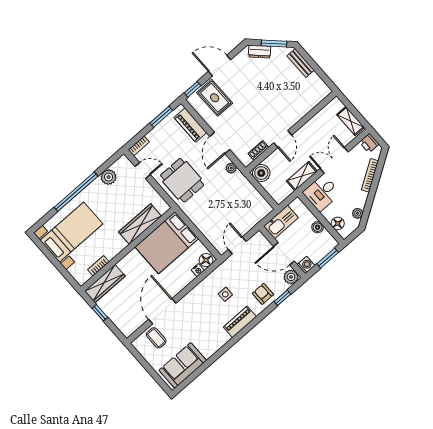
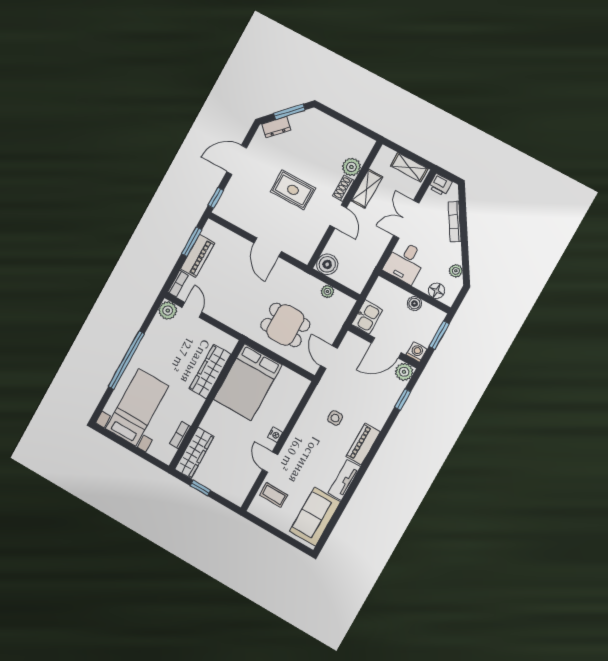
bench: (301, 63) -> (328, 122), removed
rug: (215, 98) -> (293, 190), moved
plant: (307, 104) -> (351, 167), added
piano: (190, 125) -> (198, 256), moved, turned -90
shoe rack: (258, 150) -> (343, 188), moved
plant: (231, 168) -> (327, 292), moved
door: (143, 171) -> (192, 310), hinge flipped
shelving: (302, 176) -> (367, 189), moved
plant: (109, 177) -> (168, 311), moved
dining table: (182, 180) -> (285, 325), moved
kitchen sink: (281, 222) -> (367, 317), width x0.73
floor lamp: (206, 260) -> (299, 386), removed
nightstand: (198, 270) -> (275, 435), moved
armchair: (263, 294) -> (378, 403), removed
door: (162, 311) -> (270, 462), width x0.53
tv unit: (216, 345) -> (344, 480), added

